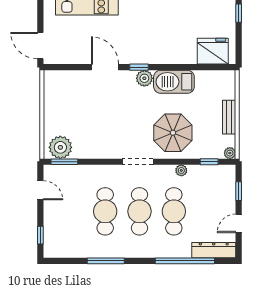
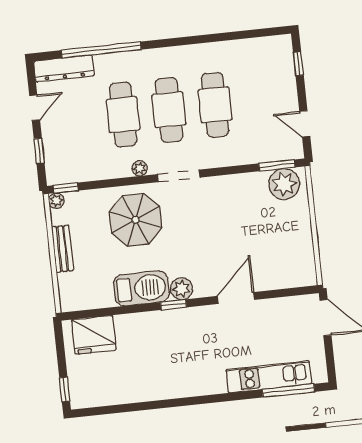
door: (105, 67) -> (236, 298), swing flipped
window: (139, 67) -> (173, 305), moved
window: (209, 162) -> (66, 188), moved
plant: (181, 170) -> (140, 168), moved
window: (106, 261) -> (207, 39), removed

